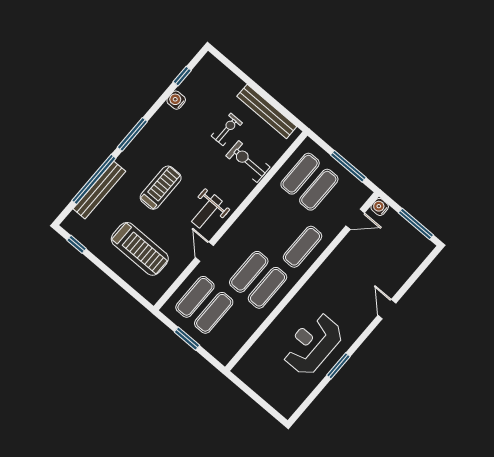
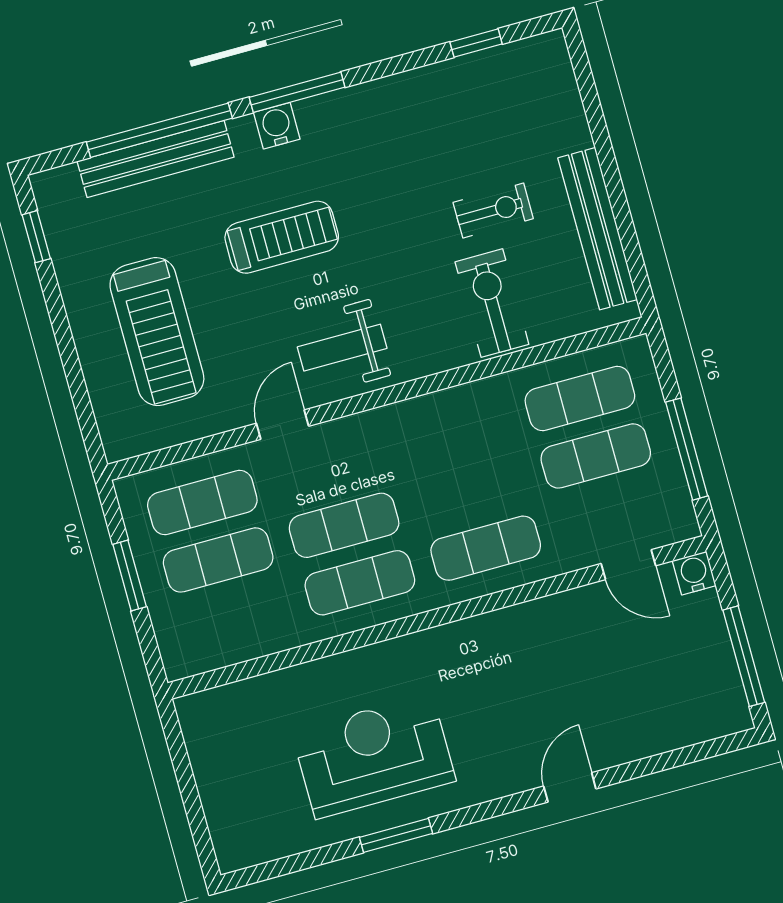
water cooler: (176, 100) -> (277, 126), moved

